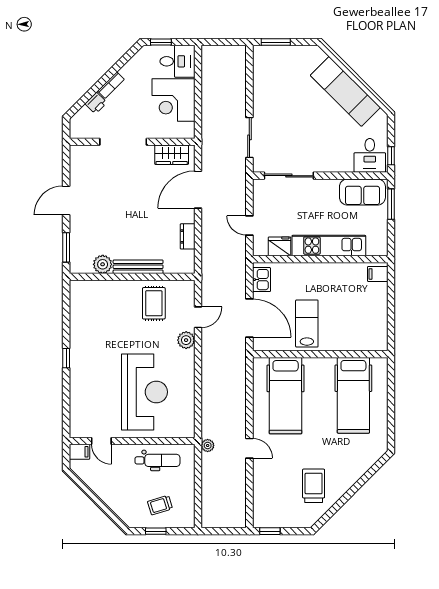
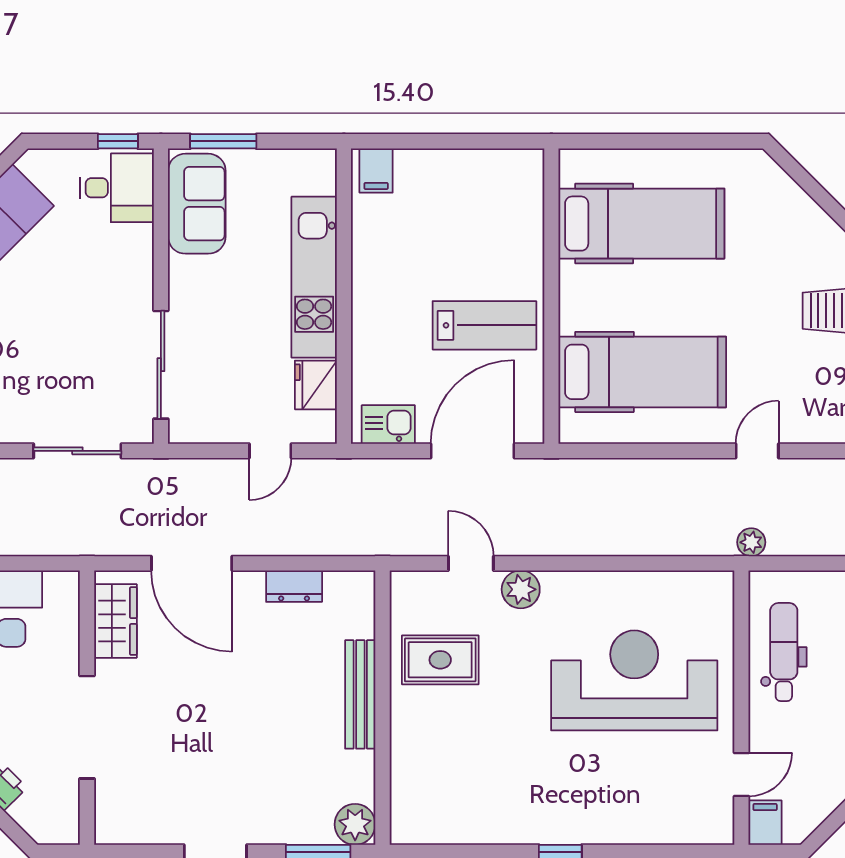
plant: (103, 264) -> (355, 824), moved
lab bench: (307, 323) -> (484, 325), turned 180

